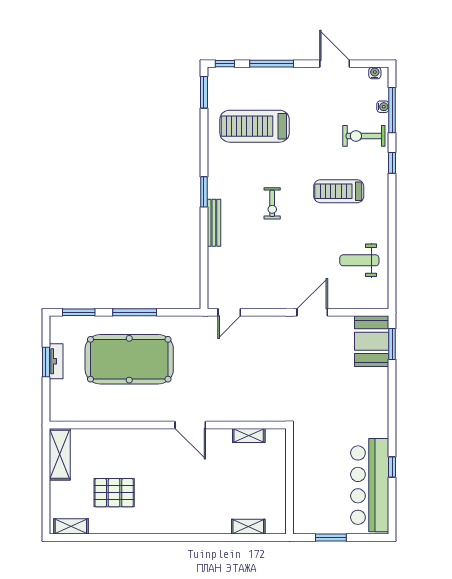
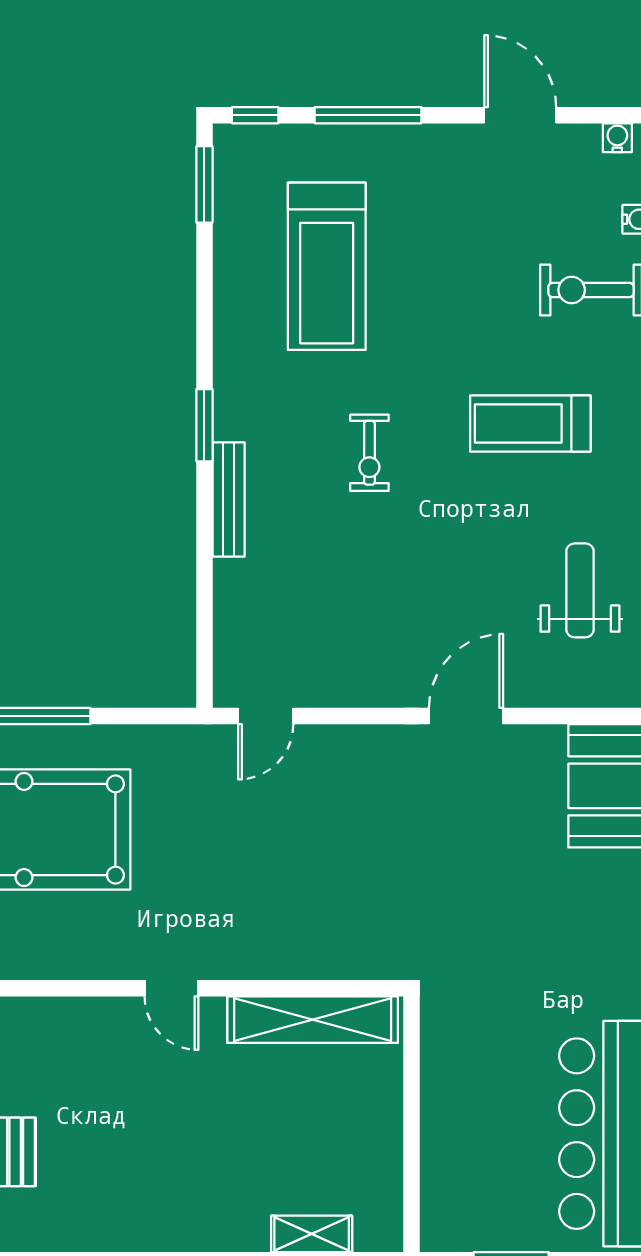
treadmill: (255, 126) -> (327, 266), turned -90
weight bench: (359, 260) -> (580, 590), turned 90
door: (190, 425) -> (171, 988), width x0.73
shelving: (249, 436) -> (313, 1020), width x2.20, depth x1.33

